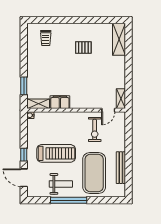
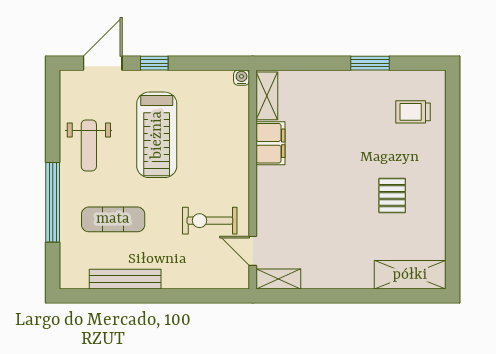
window: (24, 86) -> (370, 63), moved
exercise mat: (94, 173) -> (113, 219), width x0.50, depth x0.69
window: (69, 200) -> (53, 202), moved

